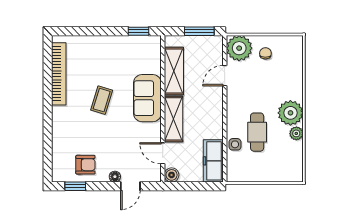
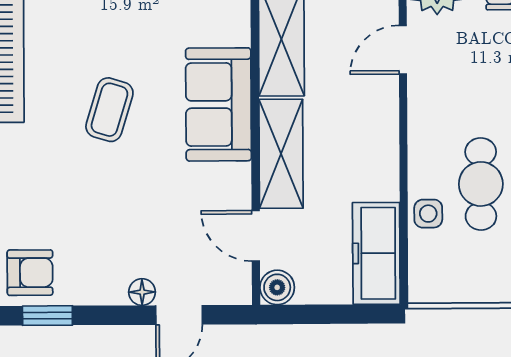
armchair: (85, 165) -> (30, 273), moved

